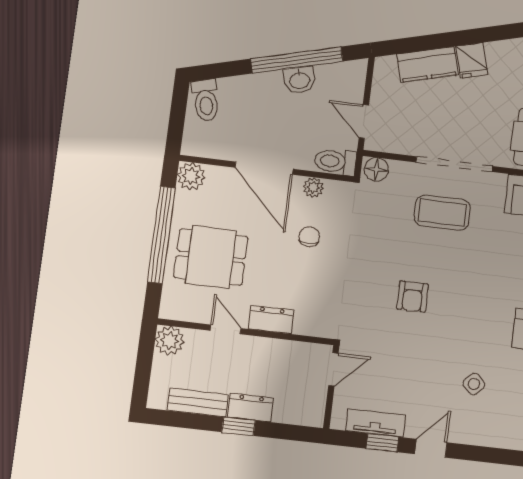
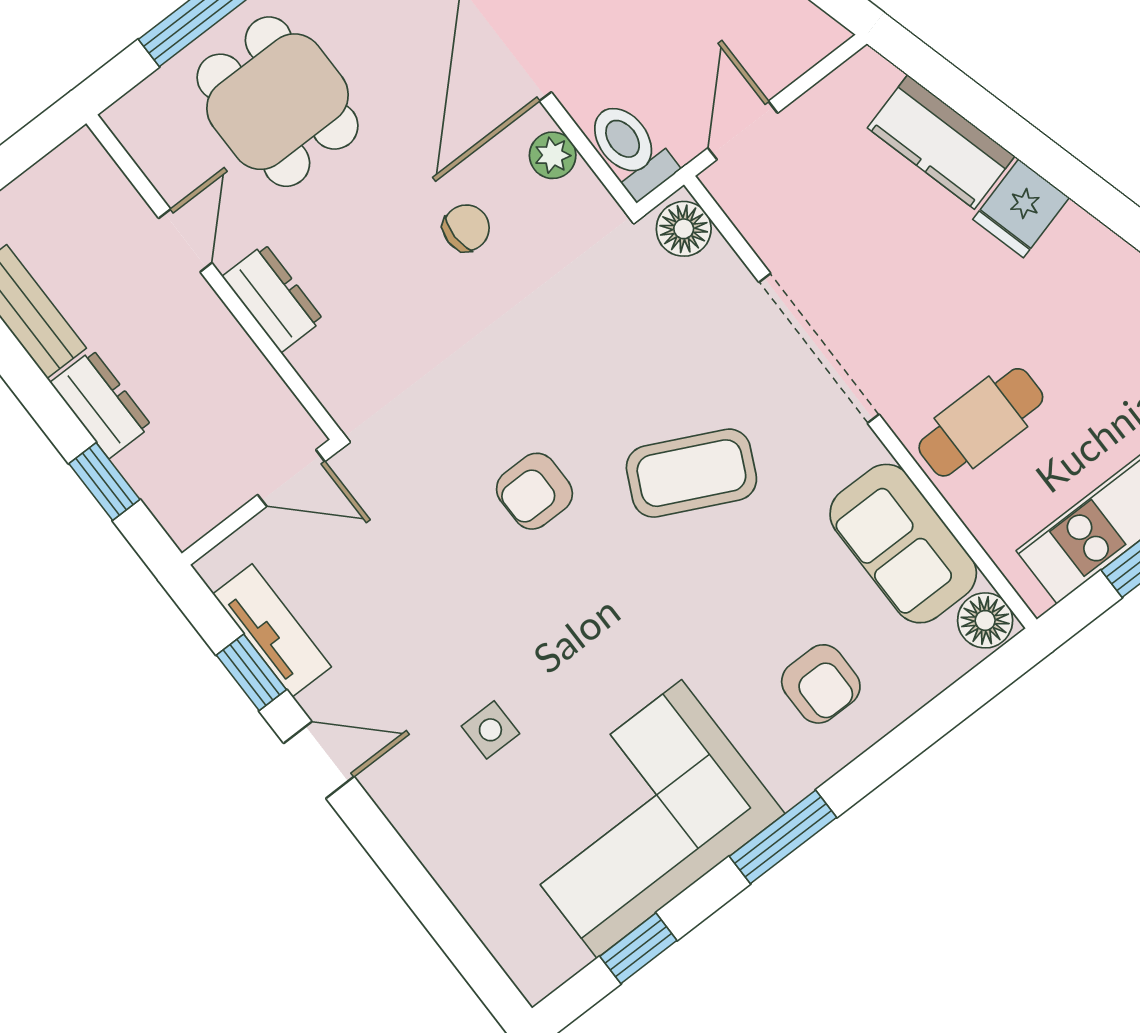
coffee table: (442, 213) -> (691, 473), moved, turned -64
plant: (170, 341) -> (80, 169), removed
side table: (474, 384) -> (490, 730), turned 45
window: (238, 426) -> (104, 482), moved

